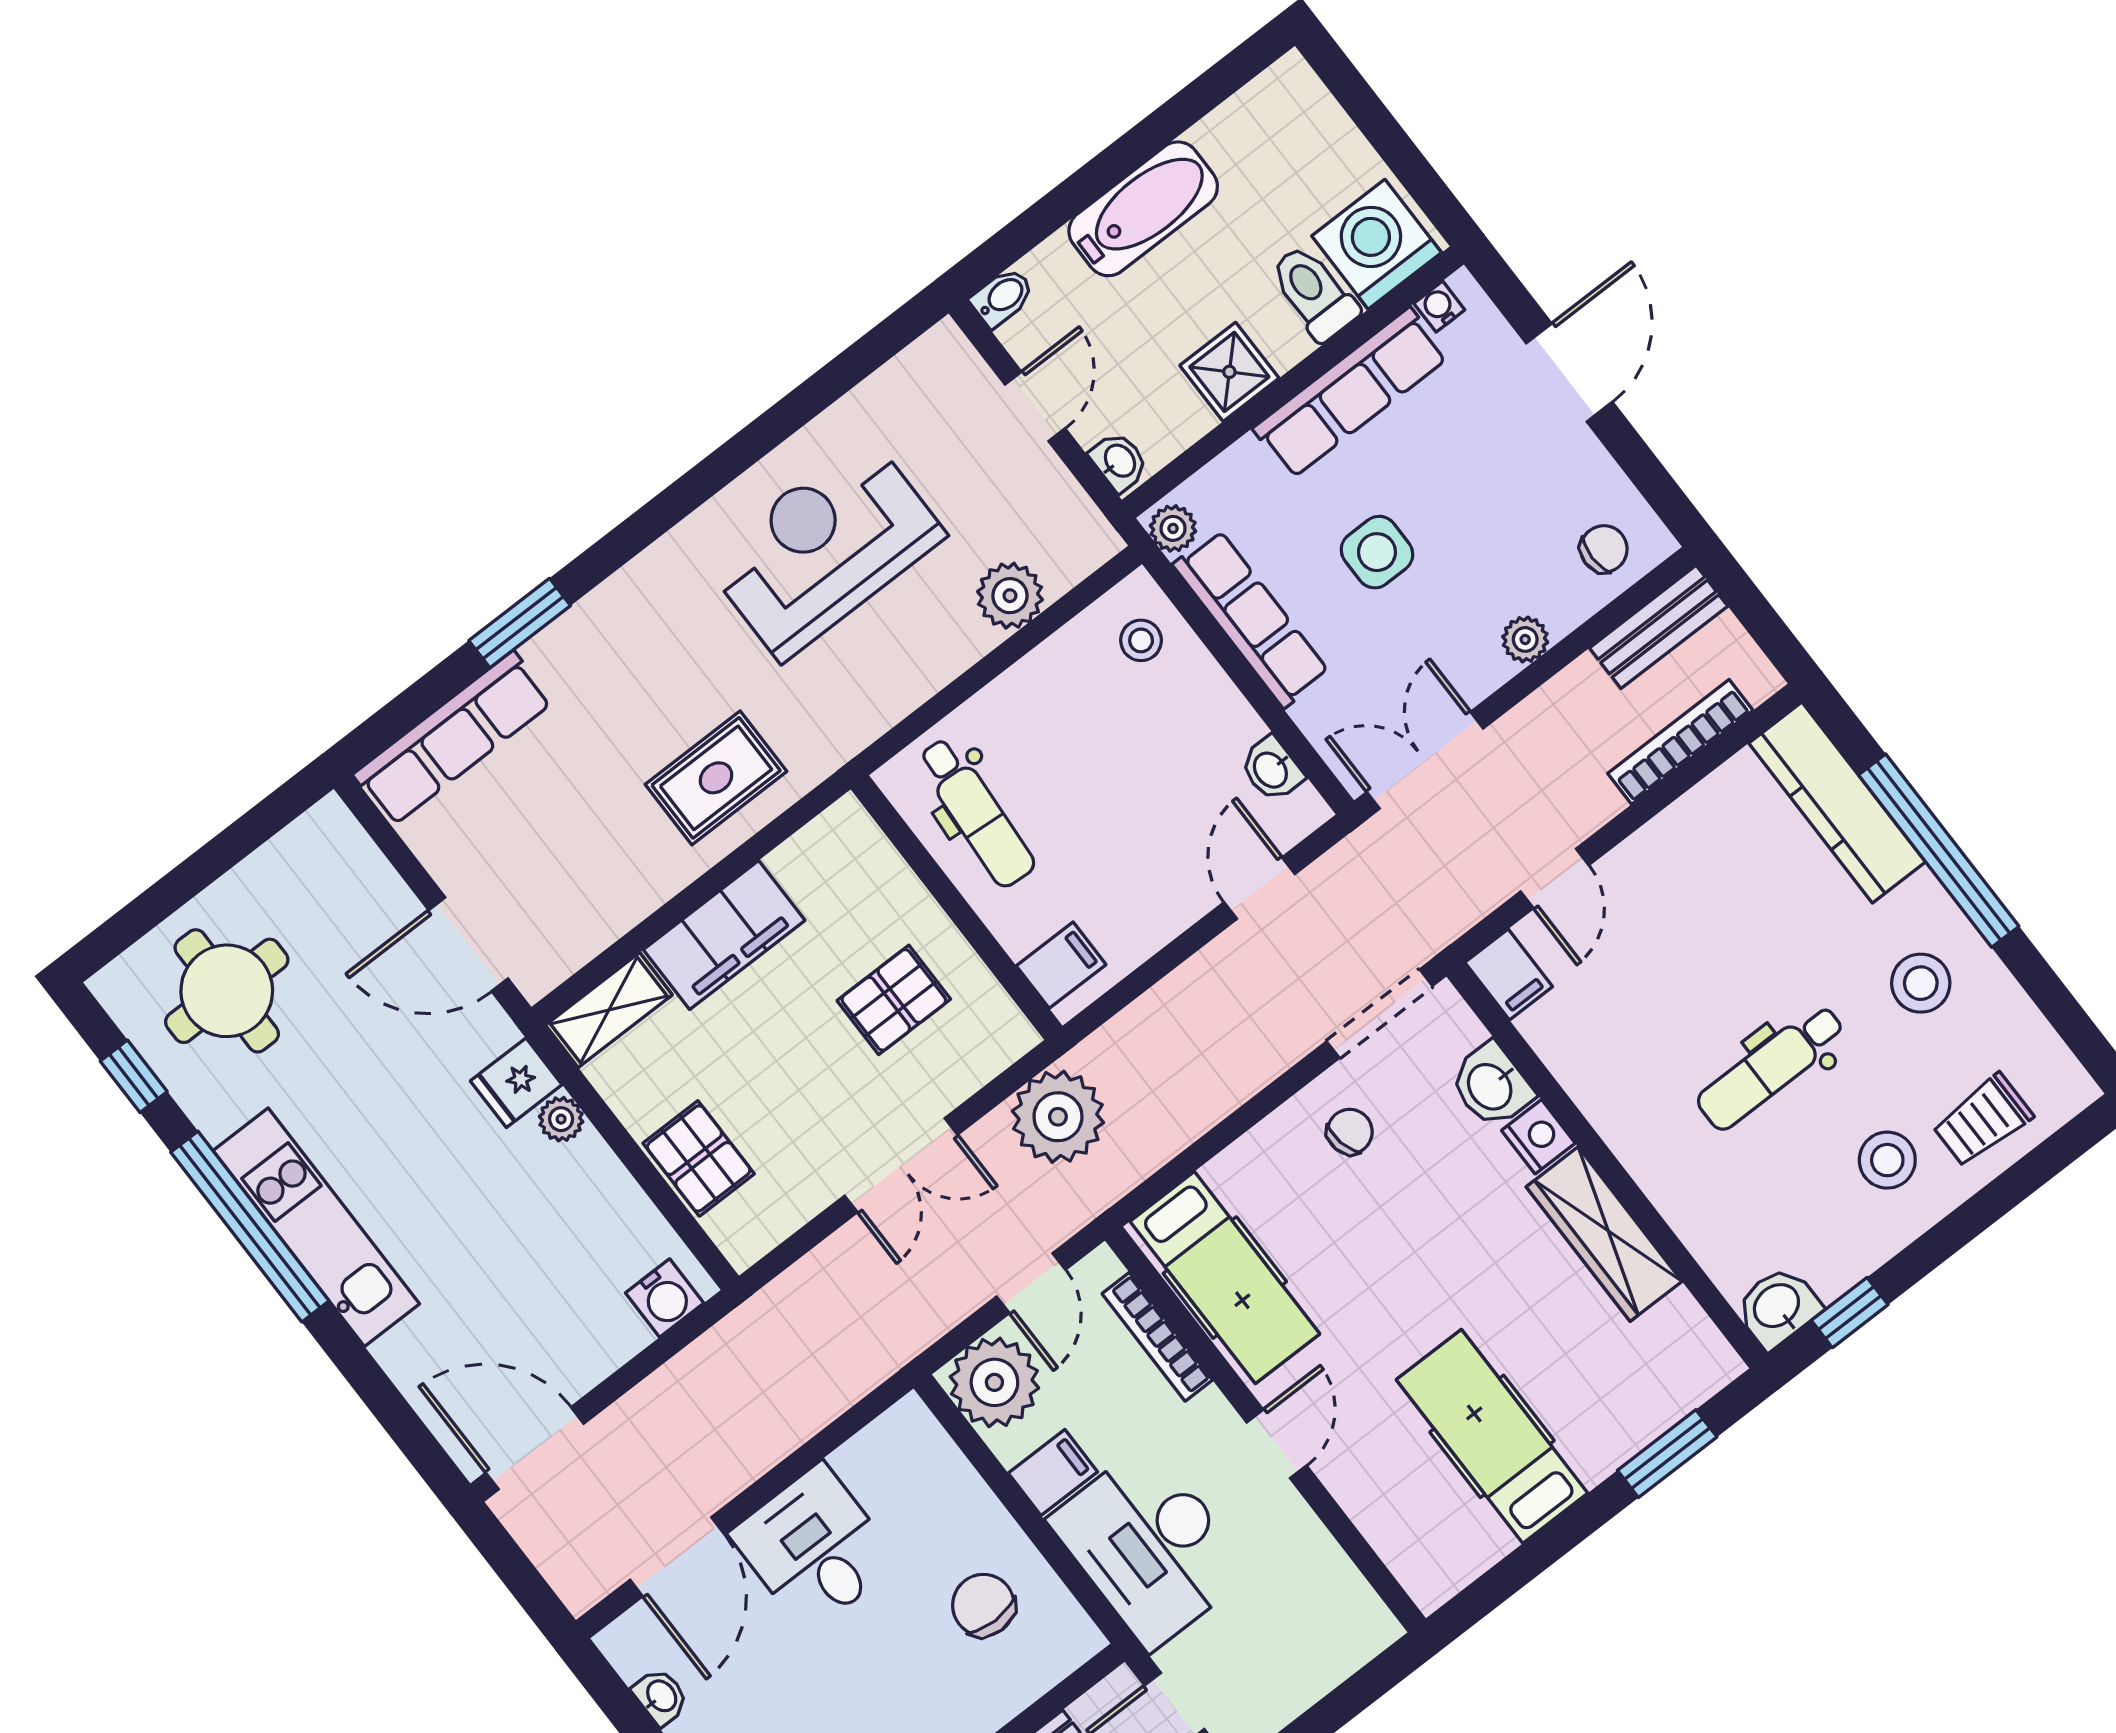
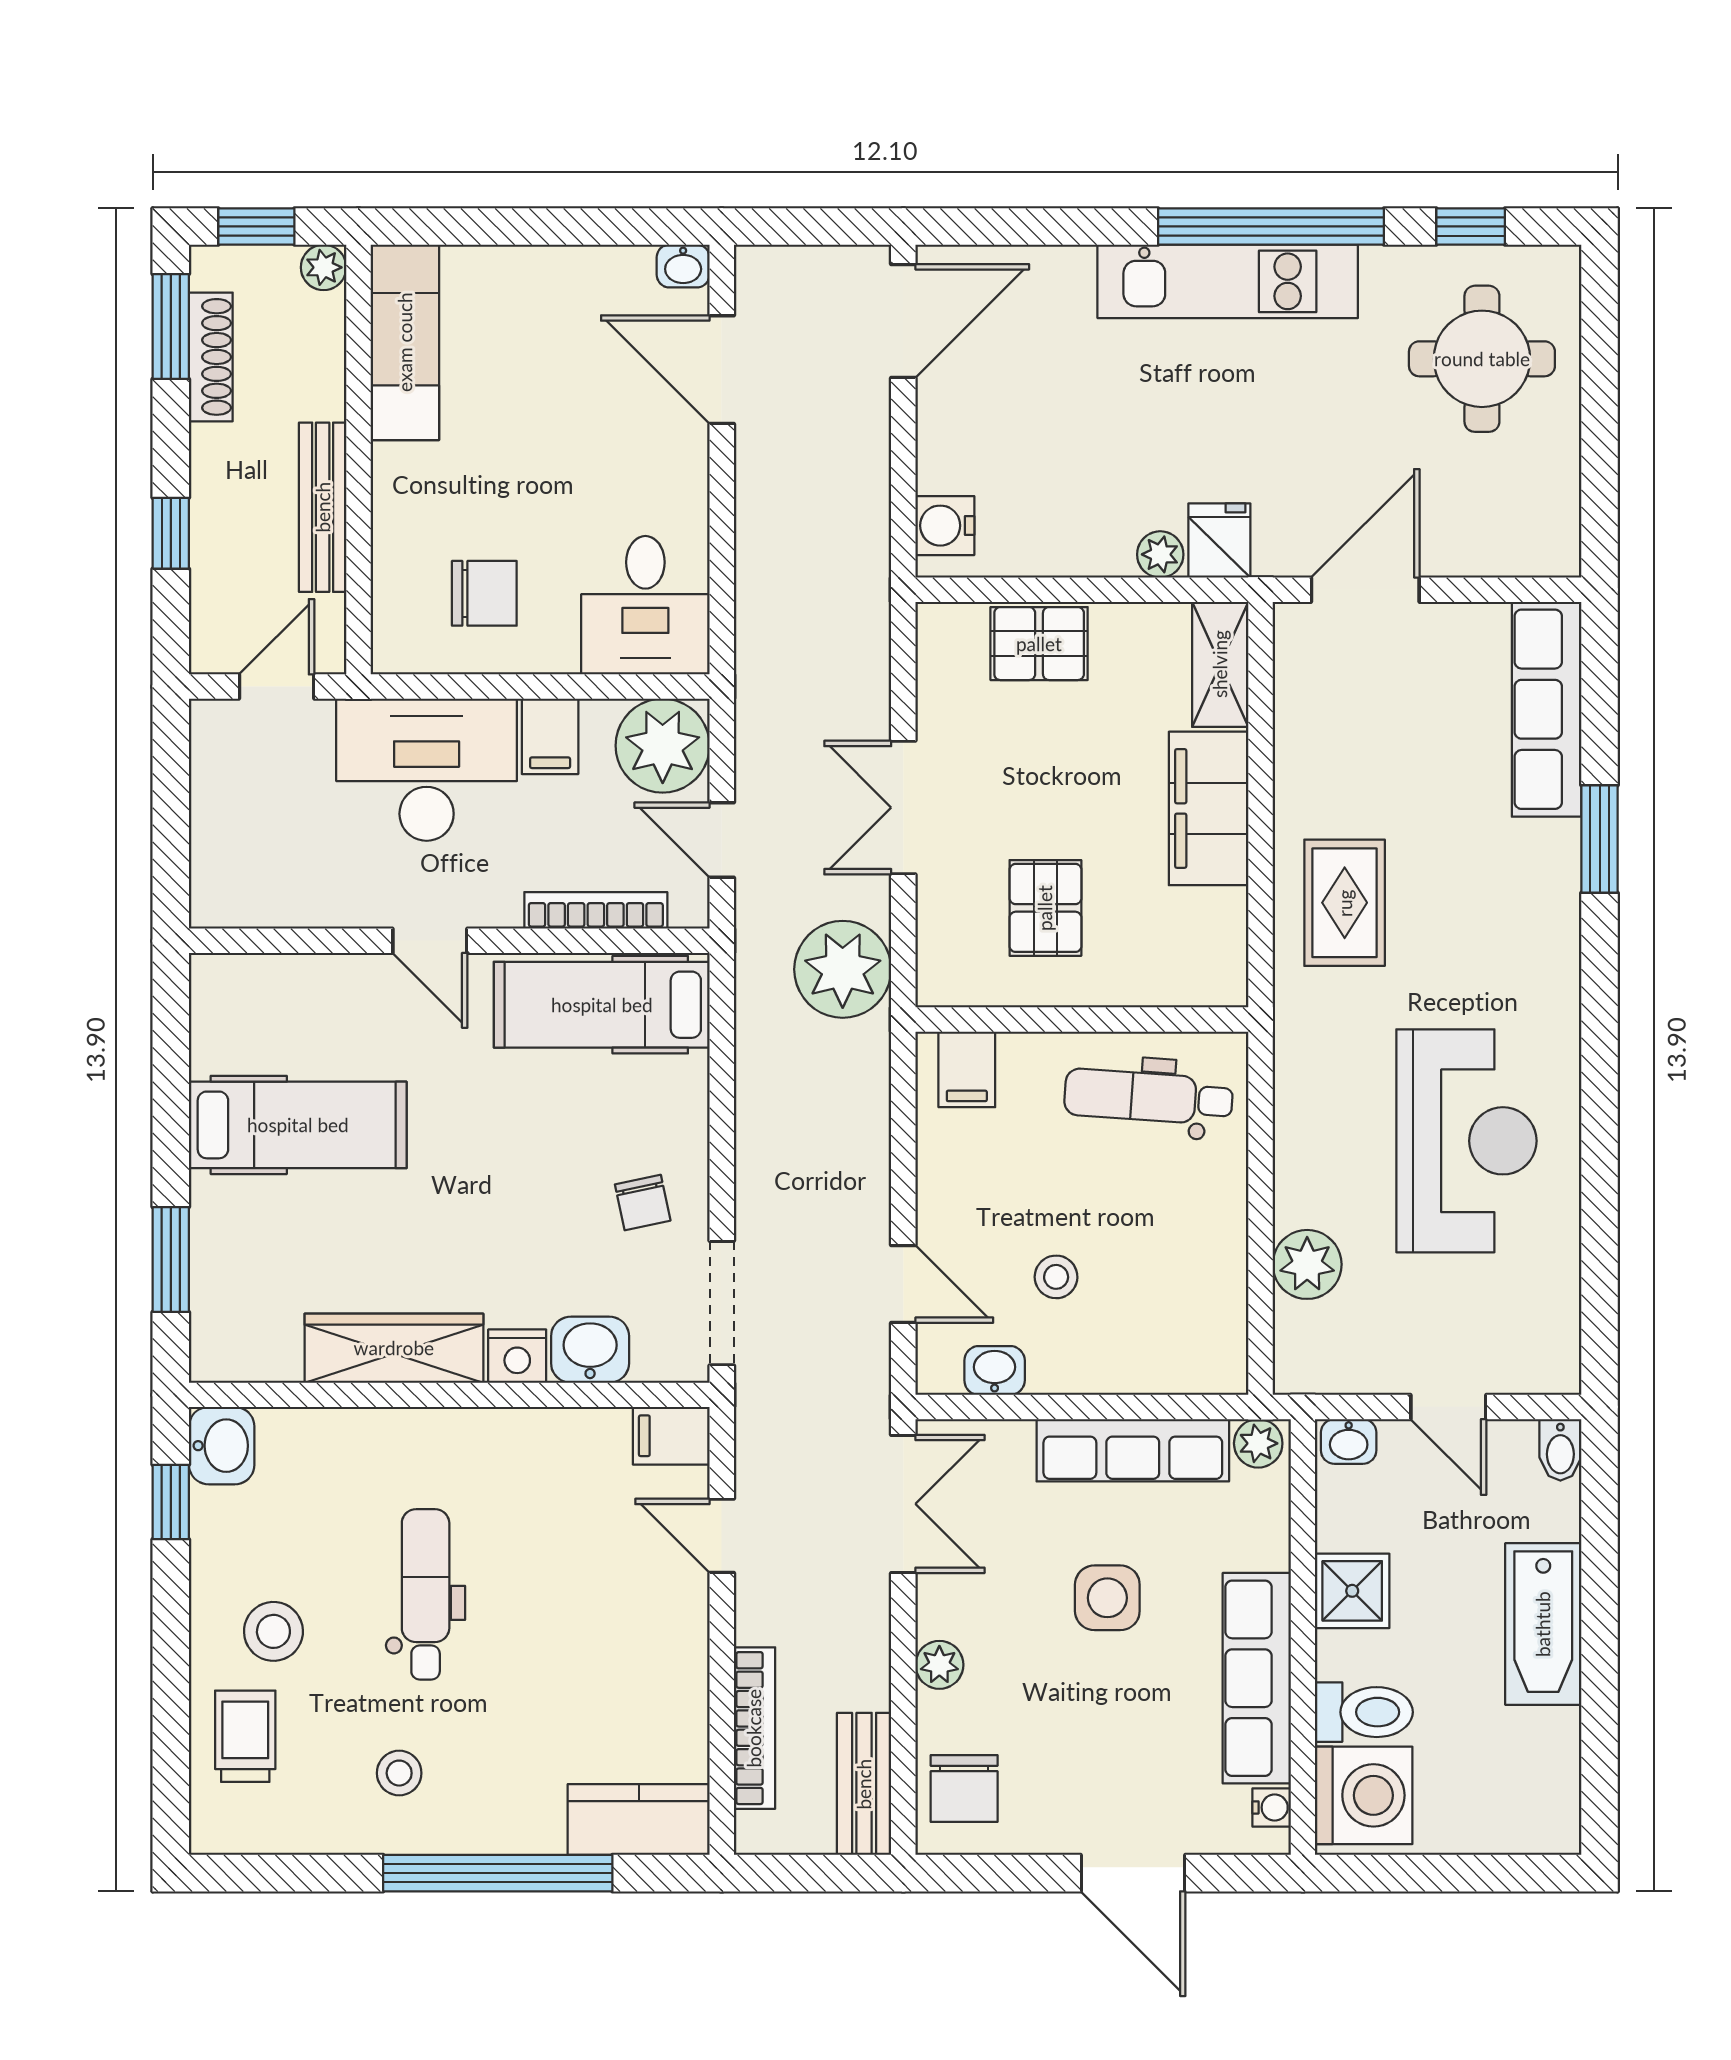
chair: (1604, 549) -> (964, 1789), width x1.37, depth x1.37
stool: (1141, 640) -> (1056, 1277), moved
kitchen counter: (1837, 803) -> (639, 1819), width x0.67
stool: (1921, 983) -> (399, 1773), width x0.73, depth x0.73
desk: (815, 1548) -> (645, 605), moved, turned 90
washbasin: (661, 1697) -> (683, 266), moved

